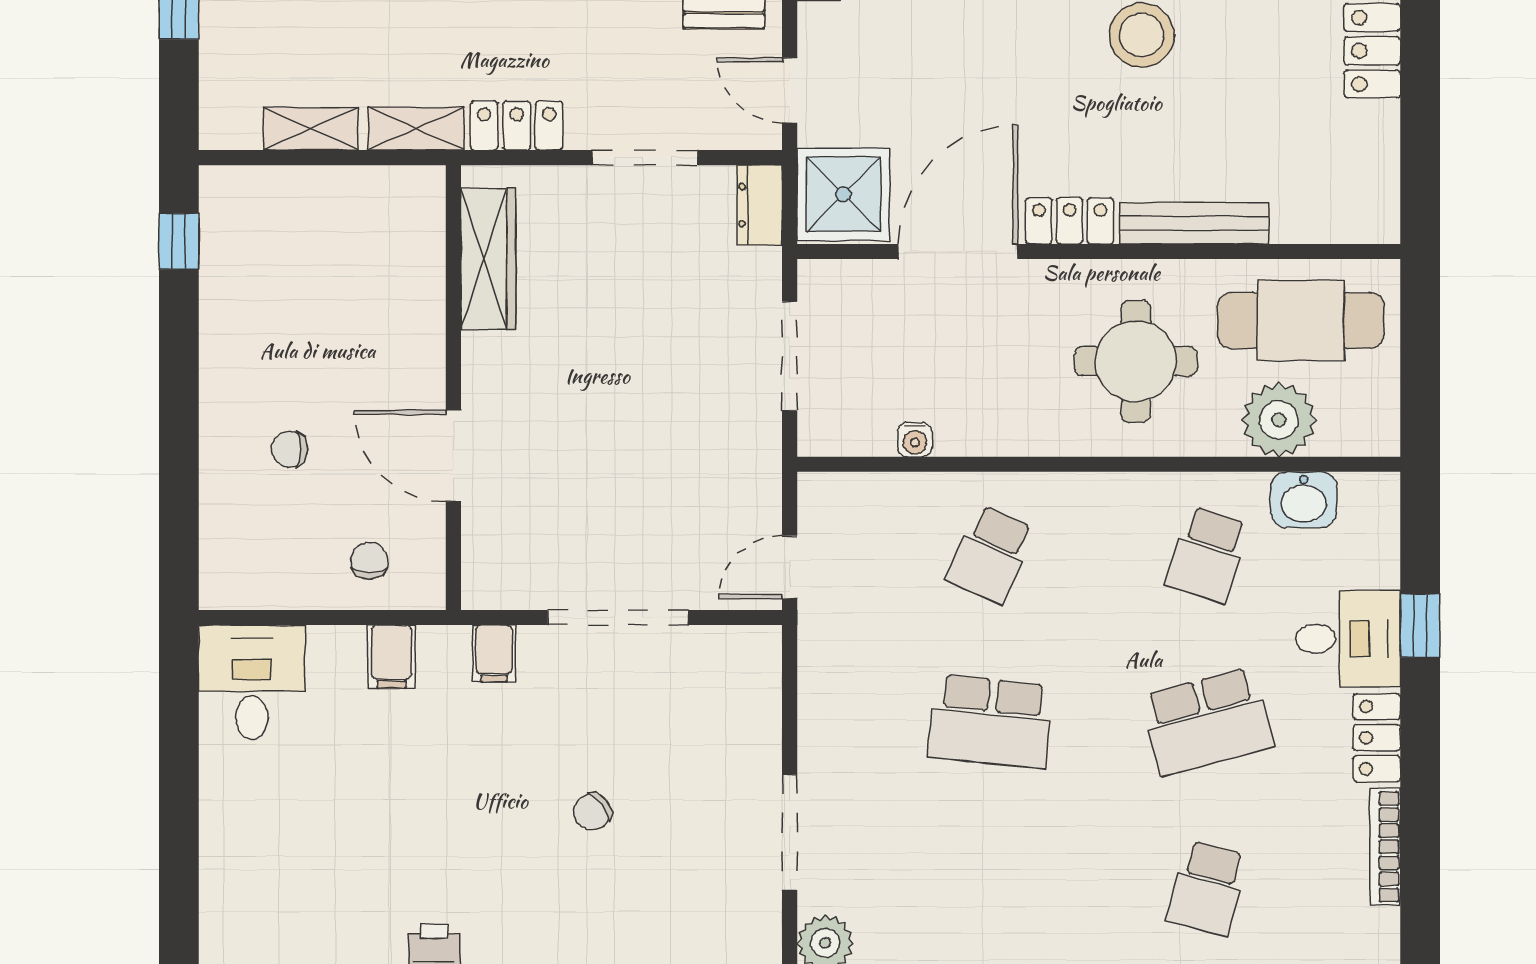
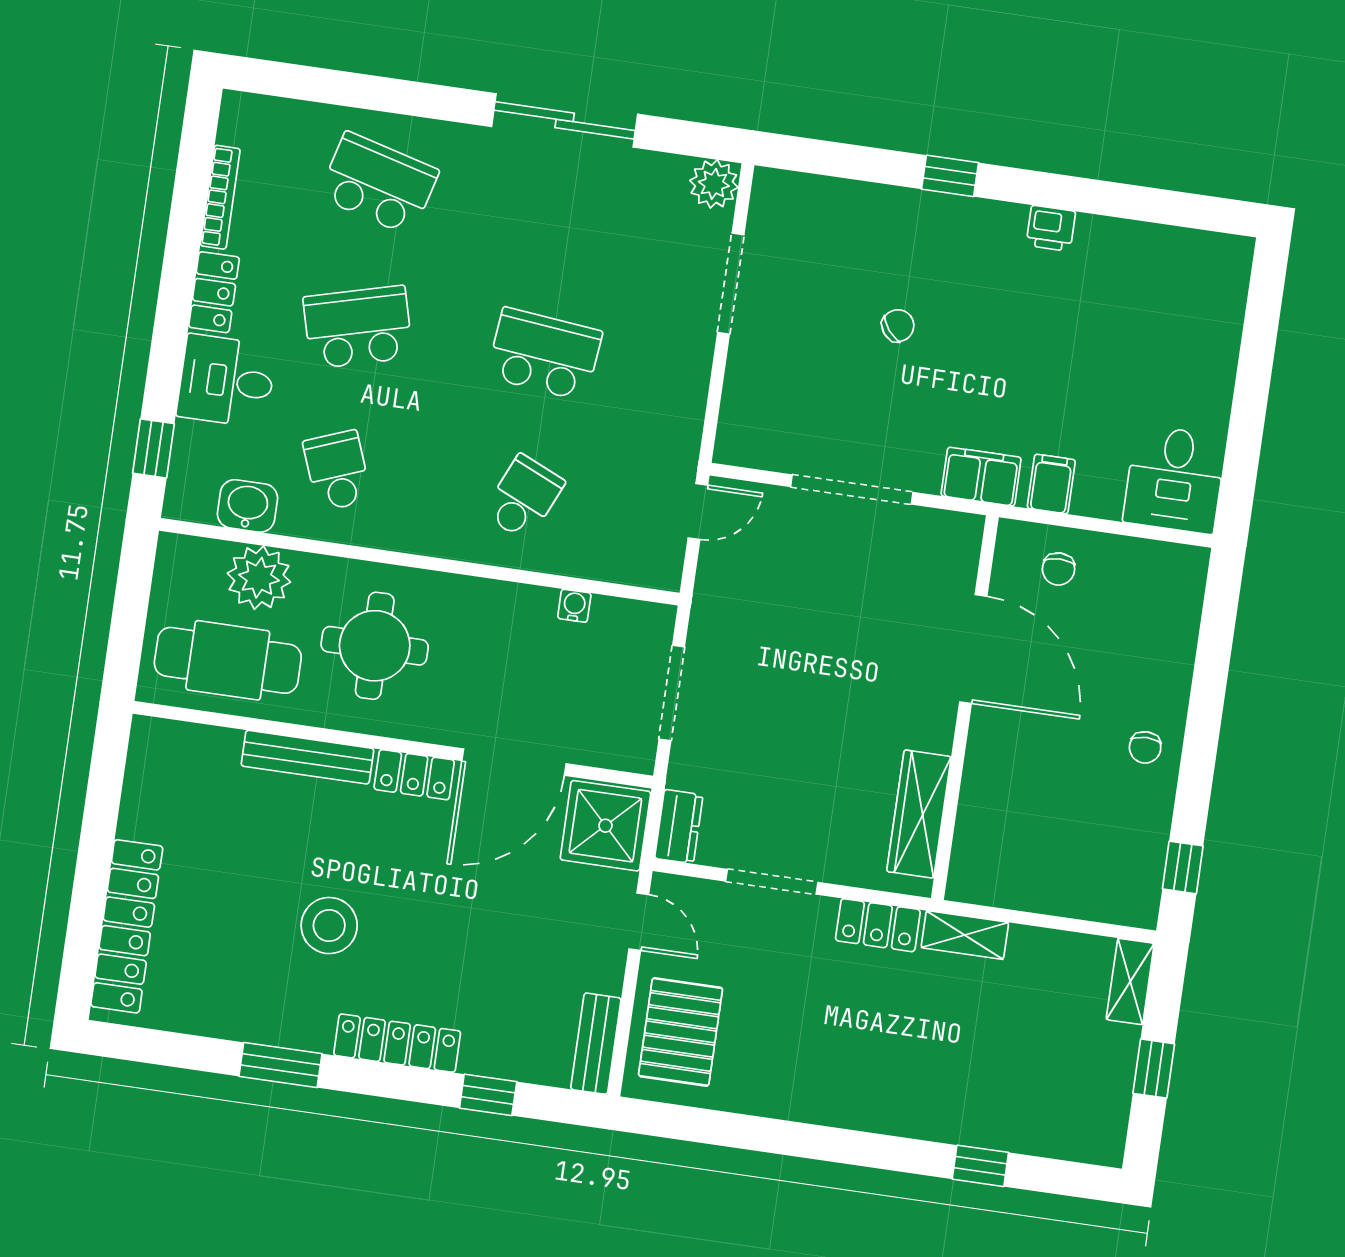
shelving: (311, 129) -> (1130, 981), moved, turned 90
chair: (290, 449) -> (1145, 747), moved, turned 90
door: (453, 456) -> (973, 649), width x1.36
school desk: (1207, 554) -> (337, 471), turned -39
window: (1420, 626) -> (153, 448), moved
filing cabinet: (494, 653) -> (981, 477), width x2.00
school desk: (1207, 888) -> (379, 184), width x1.85

